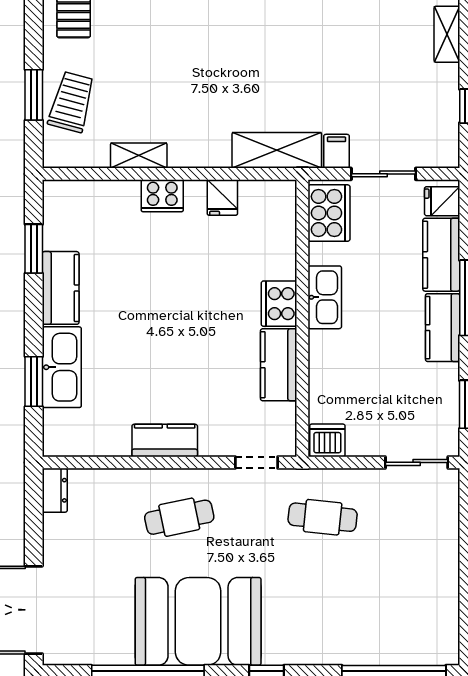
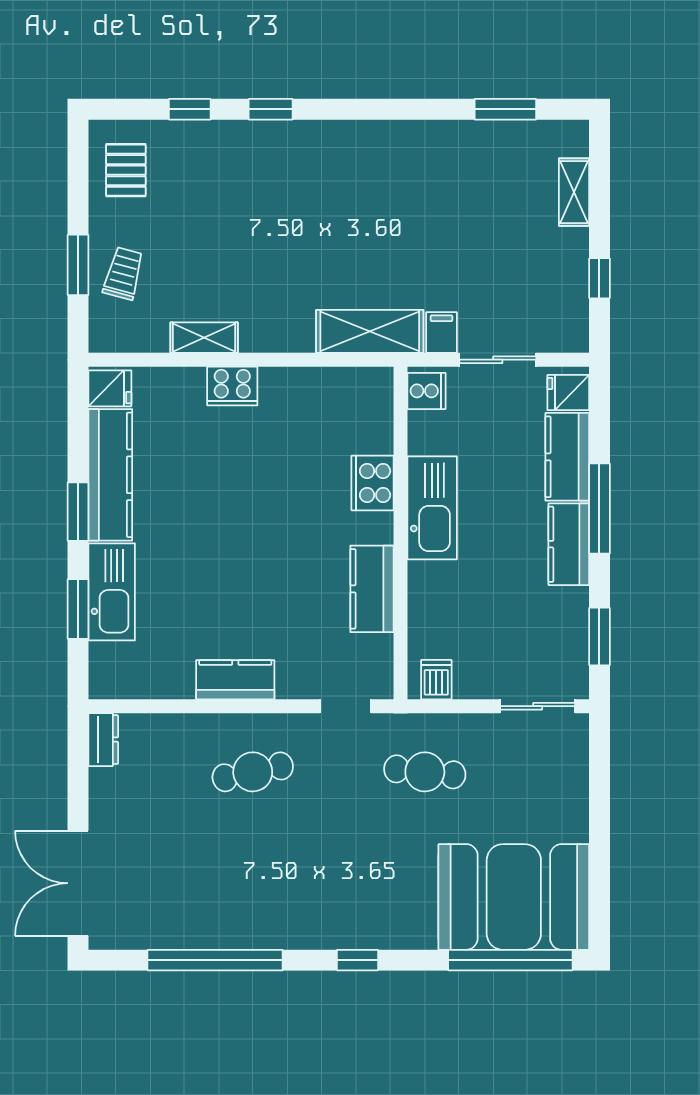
trolley: (72, 102) -> (123, 273), width x0.73, depth x0.72
fridge: (222, 197) -> (110, 388), moved, turned -90
cooker: (329, 213) -> (426, 391), width x0.53, depth x0.76
window: (34, 249) -> (78, 512), moved
kitchen counter: (61, 288) -> (110, 475), width x1.50
kitchen sink: (325, 297) -> (432, 508), width x1.36, depth x1.24
cooker: (279, 304) -> (373, 483), moved
dishwasher: (327, 440) -> (436, 680), width x0.73
booth: (198, 621) -> (514, 897), moved

